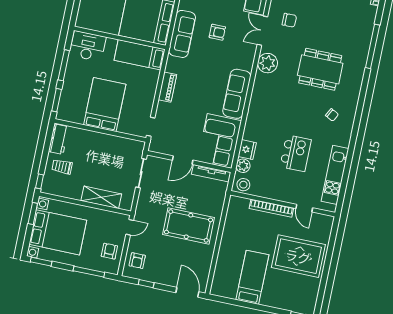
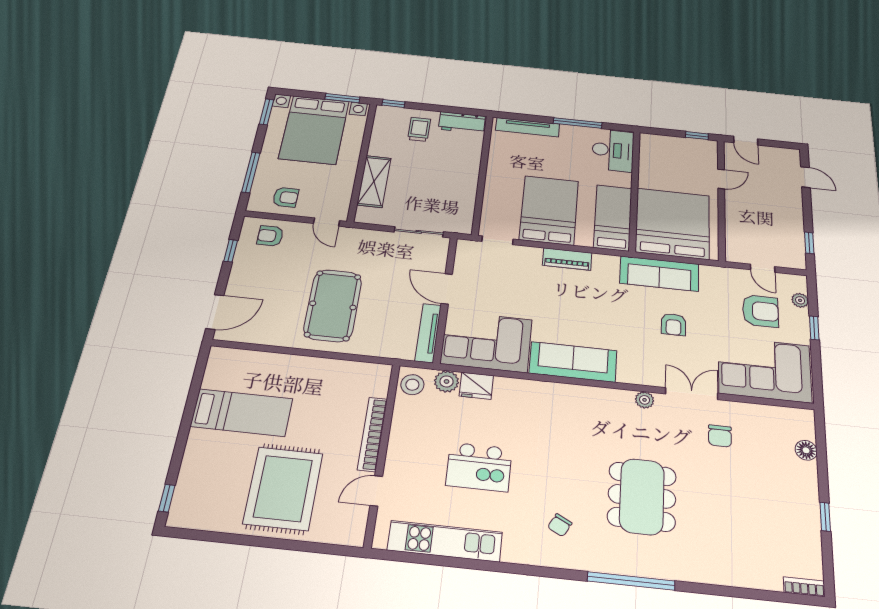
window: (373, 46) -> (631, 581), moved
plant: (268, 63) -> (645, 400), width x0.53, depth x0.53
tv unit: (65, 98) -> (528, 127), added
window: (57, 100) -> (522, 117), removed
bed: (105, 105) -> (549, 210), moved, turned -90

